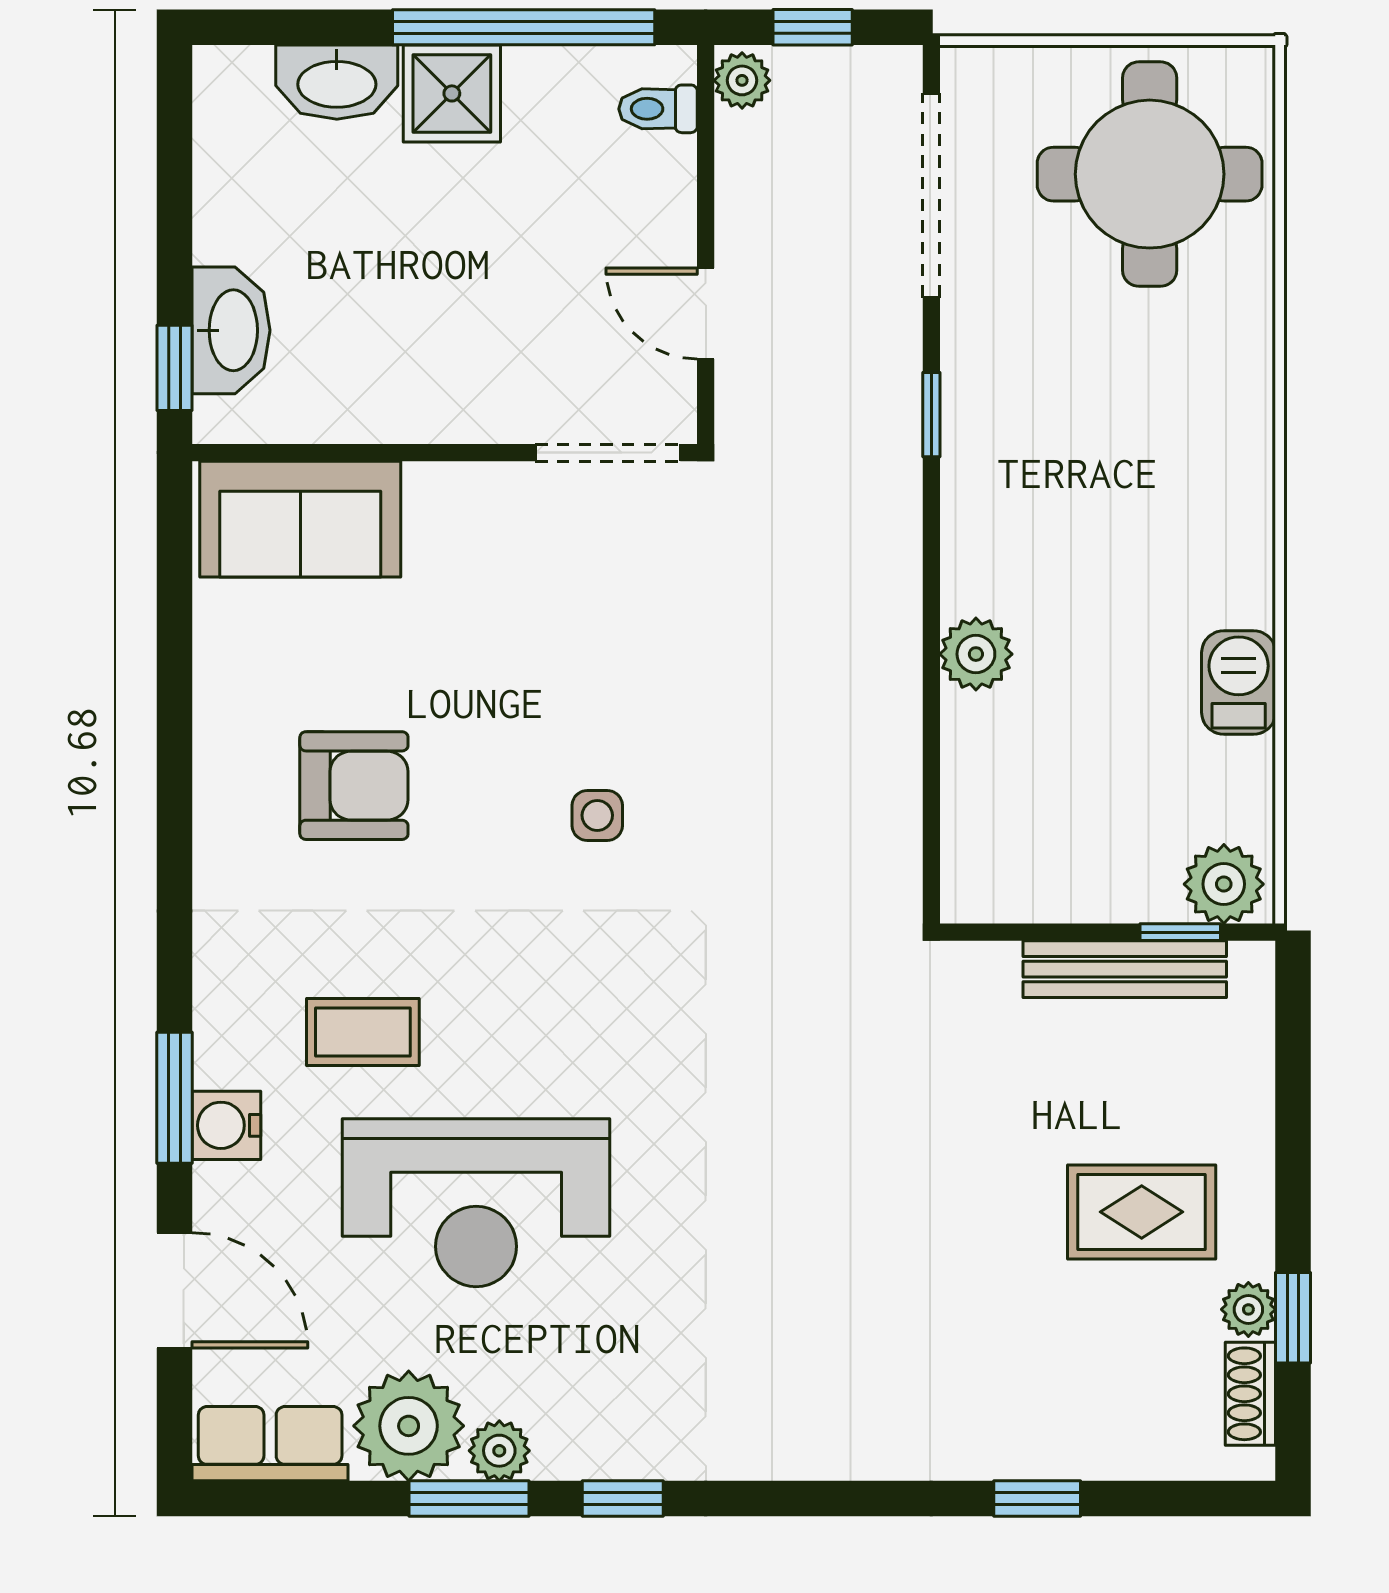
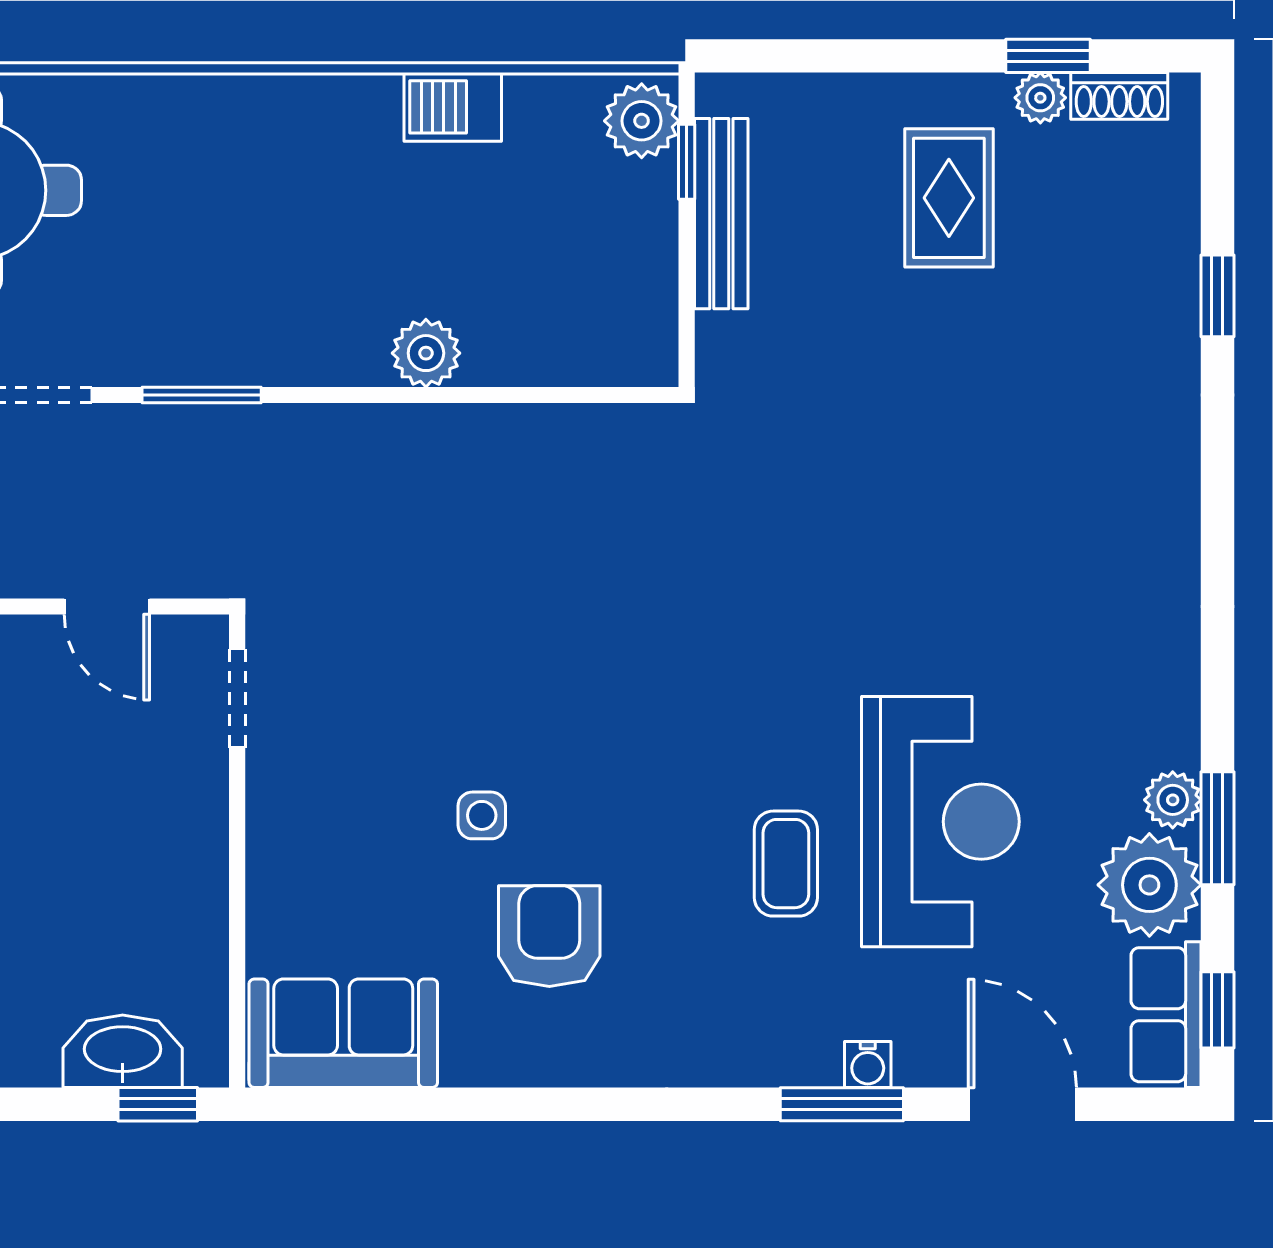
door: (706, 314) -> (107, 606), hinge flipped
window: (931, 415) -> (202, 395), width x1.50
doorway: (608, 453) -> (237, 698), width x0.73
sofa: (300, 519) -> (343, 1033), moved, turned -90
side table: (597, 815) -> (482, 815), moved
coffee table: (363, 1032) -> (786, 864), moved
water cooler: (226, 1125) -> (868, 1065), width x0.72, depth x0.72
door: (175, 1290) -> (1022, 1104), hinge flipped
window: (623, 1498) -> (1217, 1010), moved

